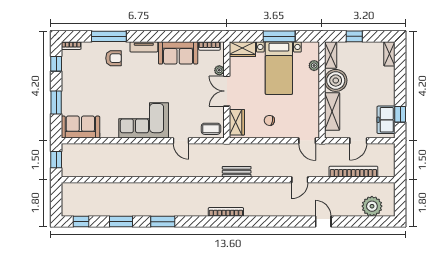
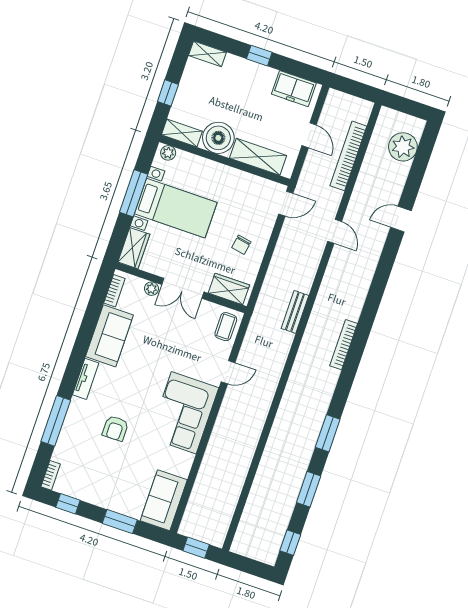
armchair: (114, 58) -> (115, 428), moved, turned 180
plant: (314, 66) -> (168, 153), moved
window: (400, 114) -> (259, 56), moved

